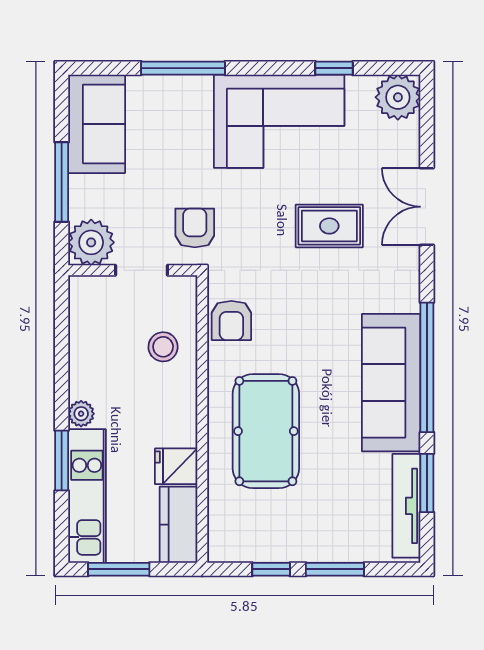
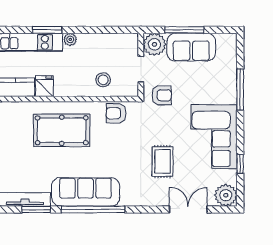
sofa: (97, 124) -> (191, 47), moved
double door: (427, 207) -> (188, 209), moved

